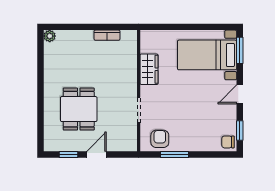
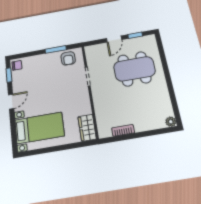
window: (240, 50) -> (14, 136), removed
wardrobe: (149, 69) -> (87, 128), moved
dining table: (79, 109) -> (134, 69), width x1.38

